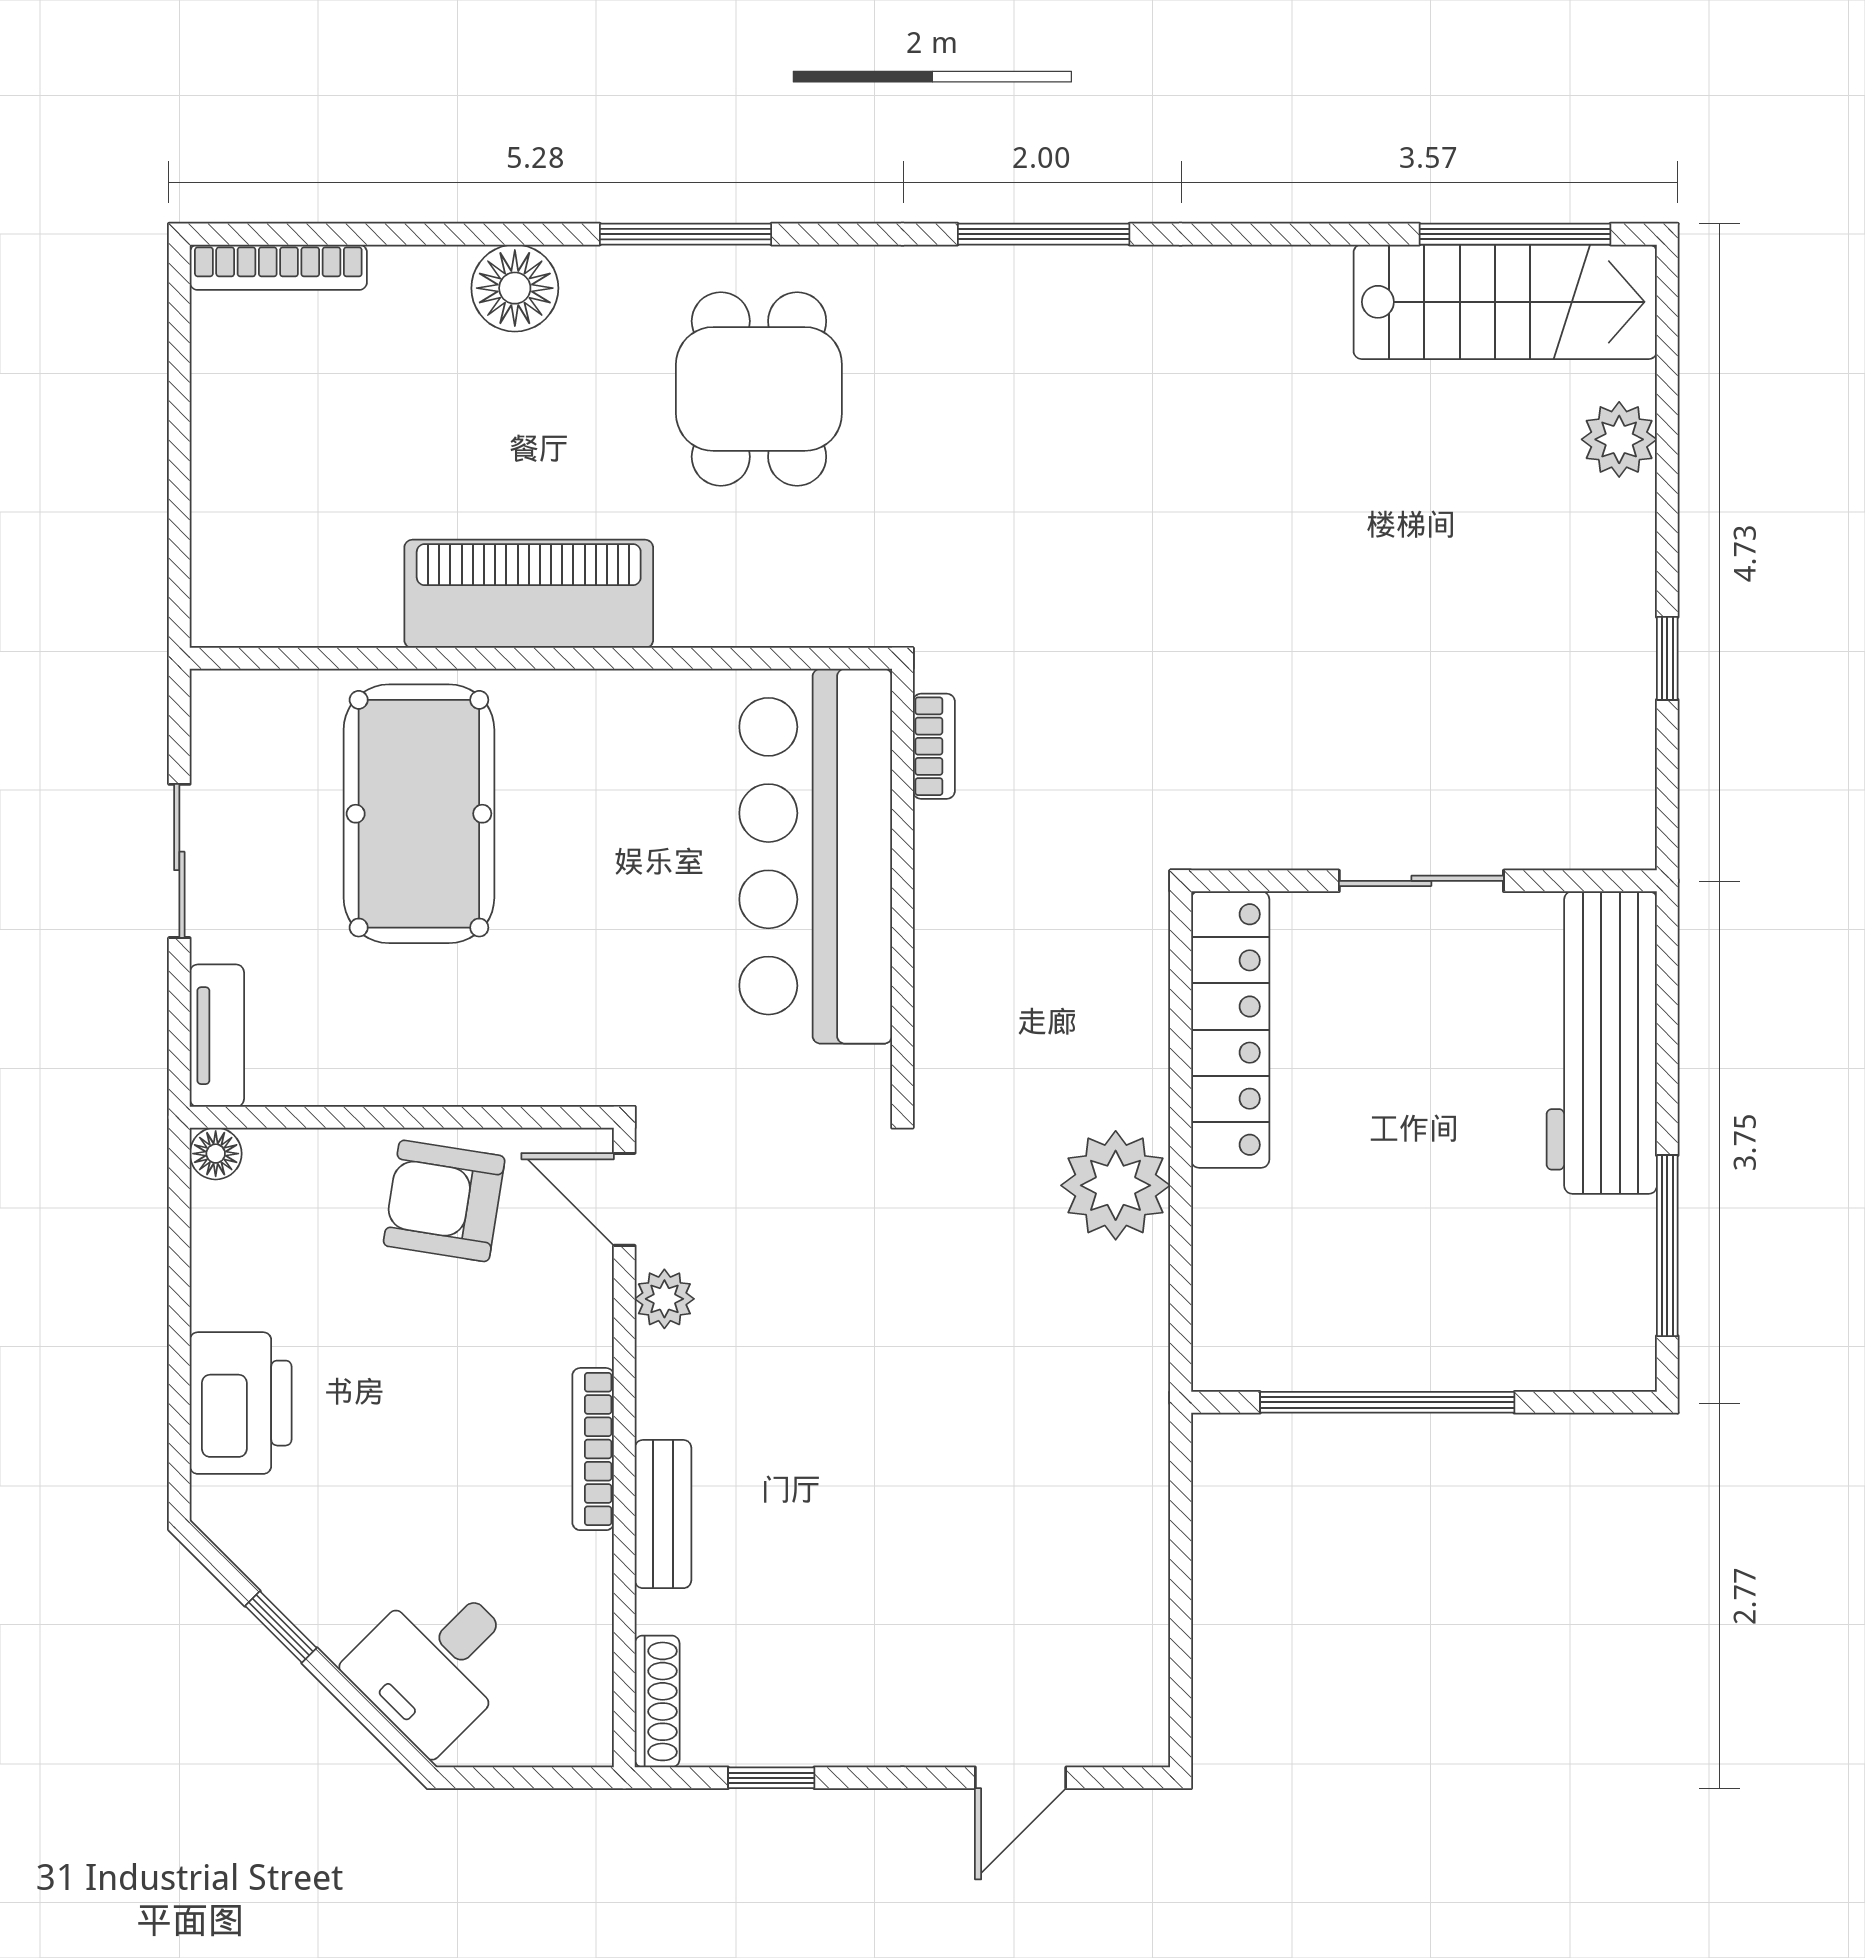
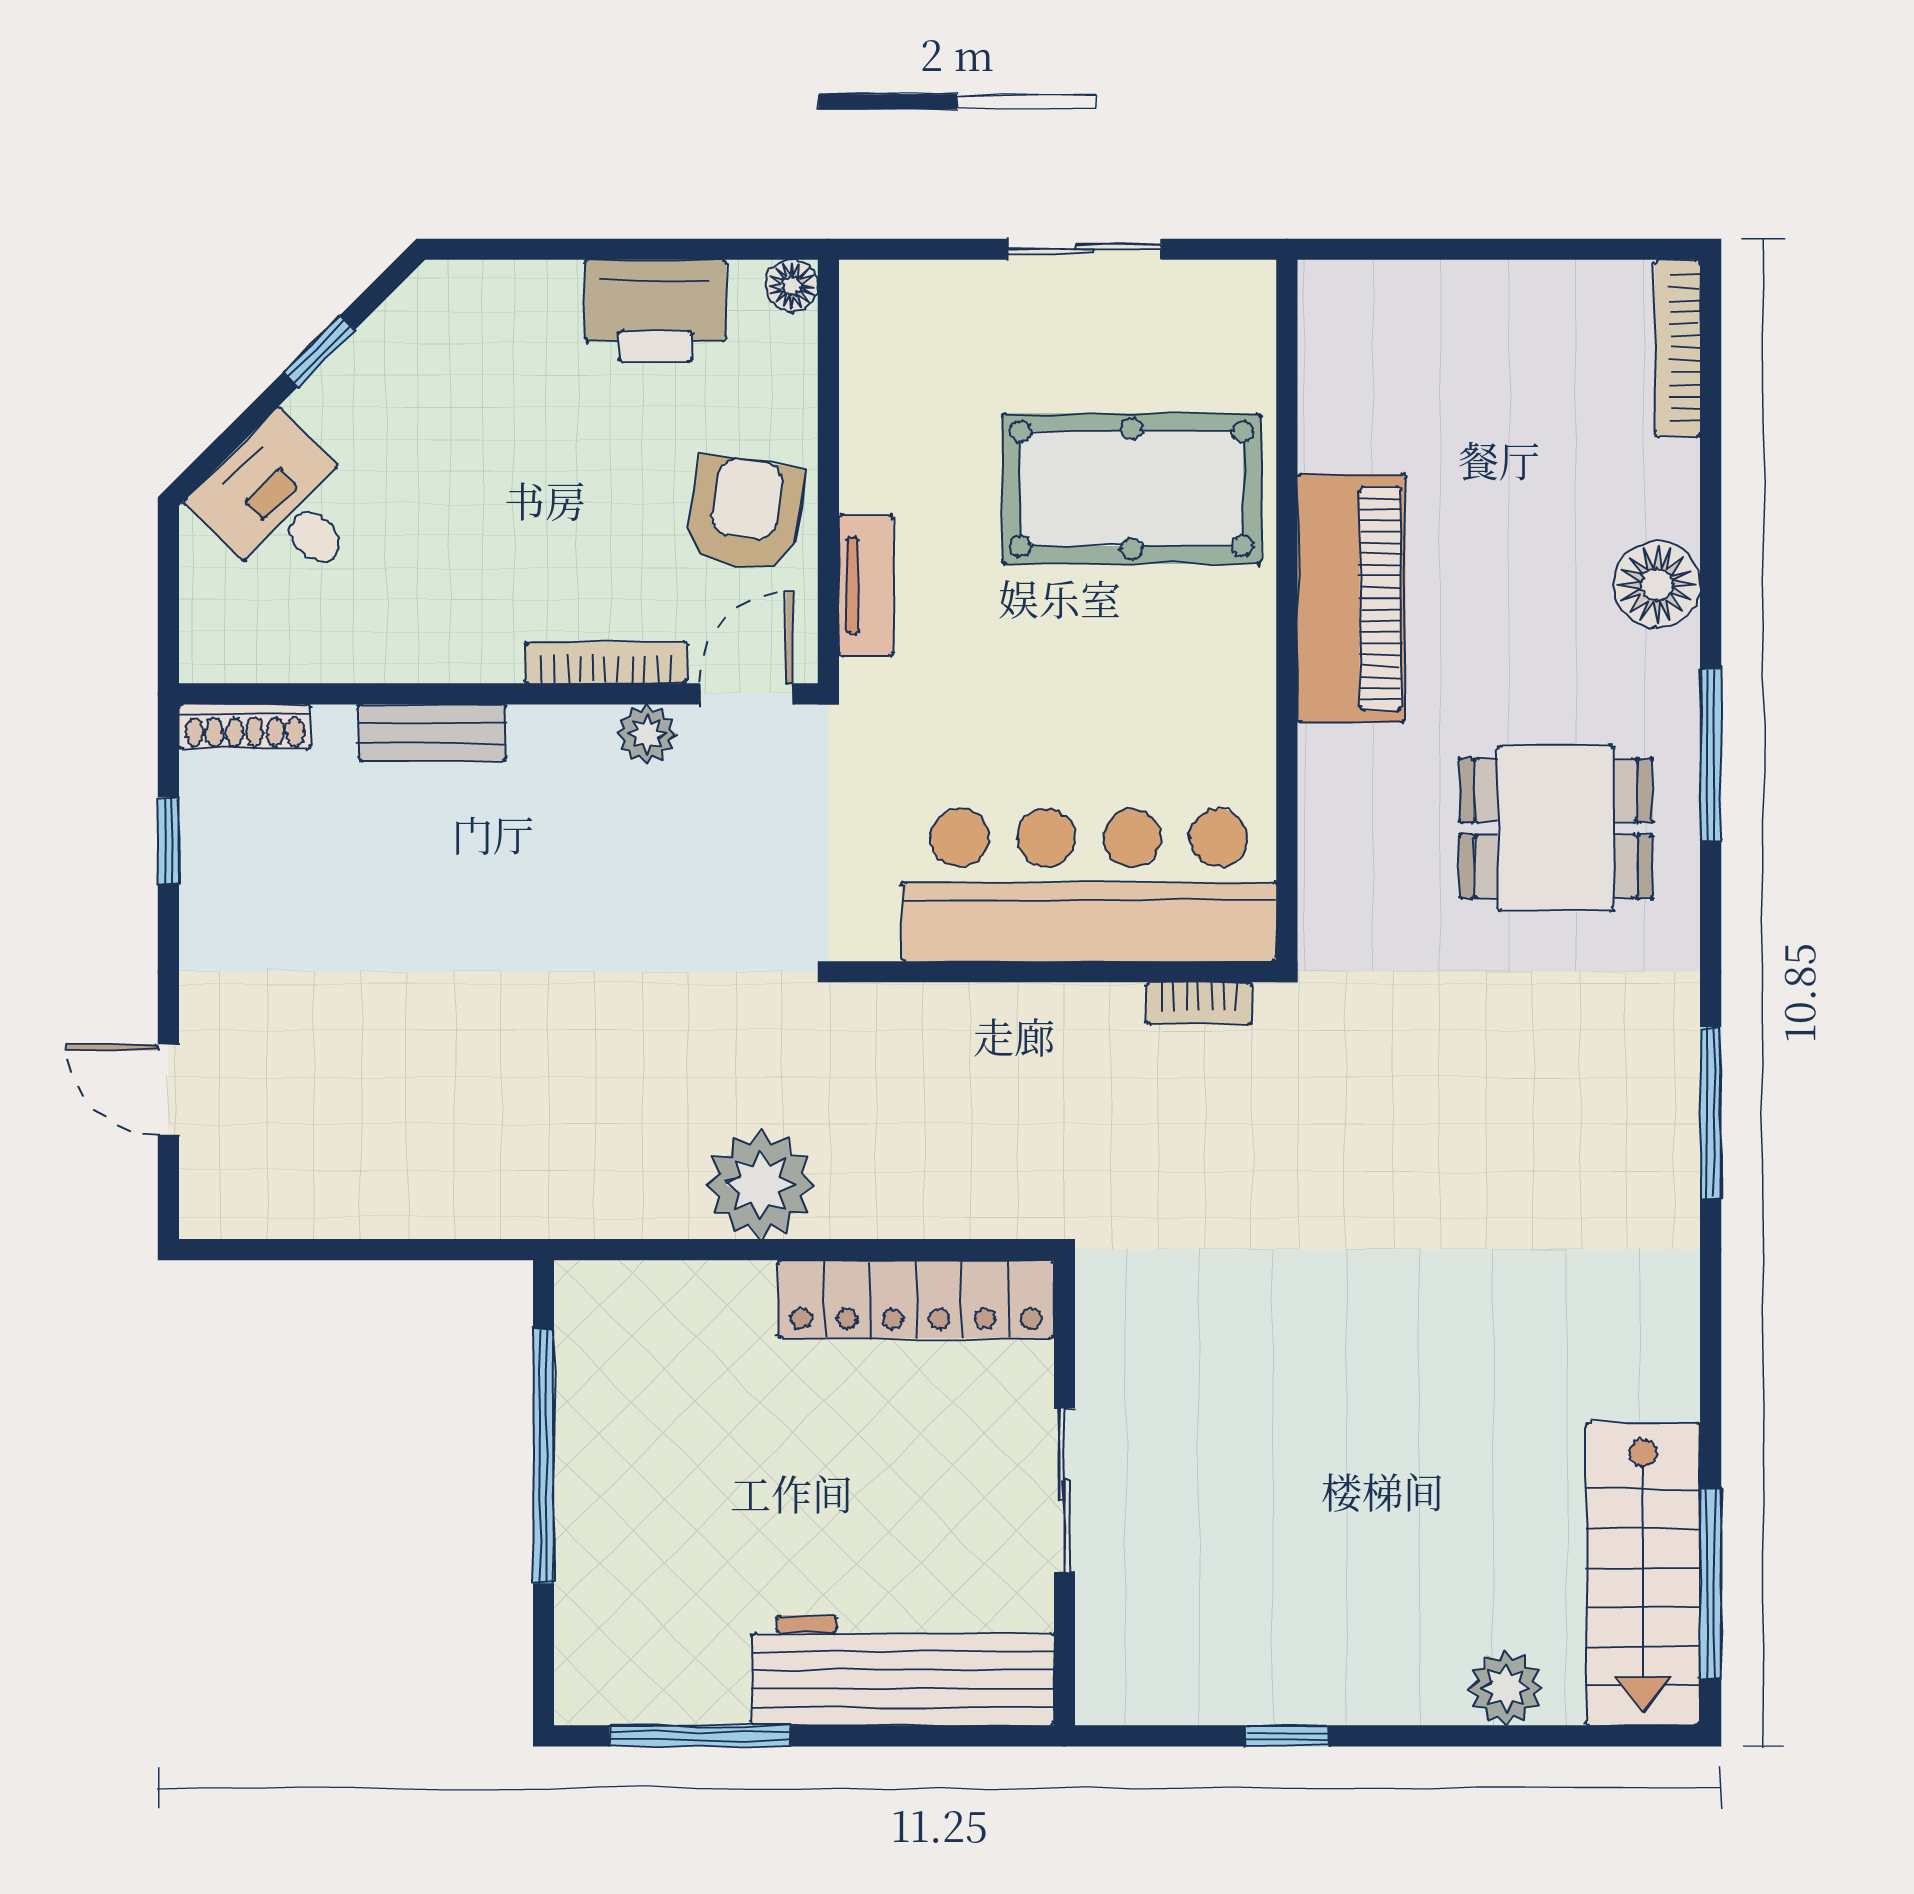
tv unit: (217, 1036) -> (866, 585), moved, turned -90
printer: (241, 1403) -> (655, 311), moved
bookcase: (593, 1449) -> (606, 663), moved

